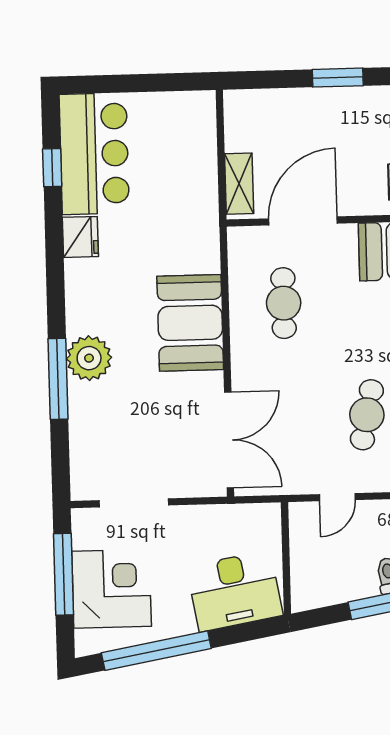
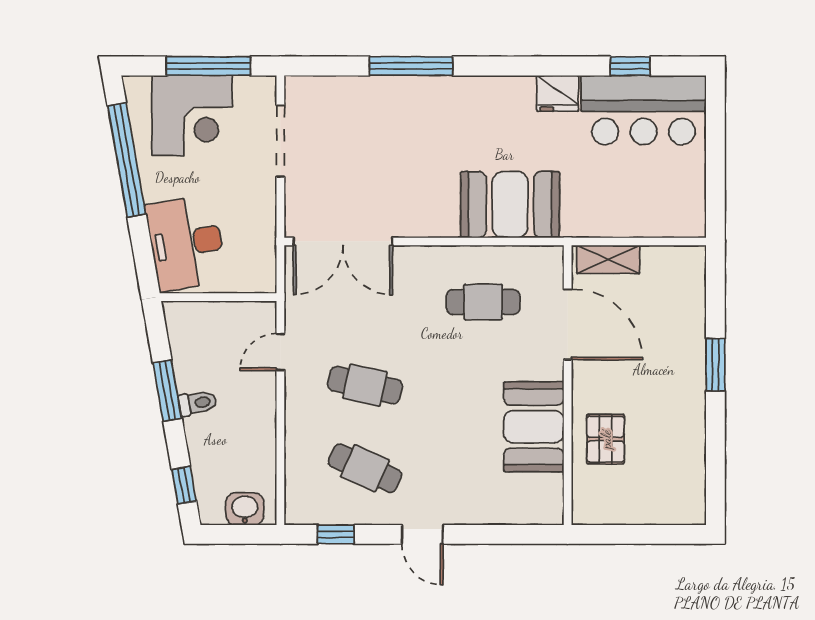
booth: (190, 323) -> (510, 205), moved
plant: (89, 358) -> (432, 99), removed
door: (337, 497) -> (280, 352), hinge flipped

